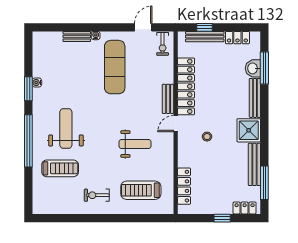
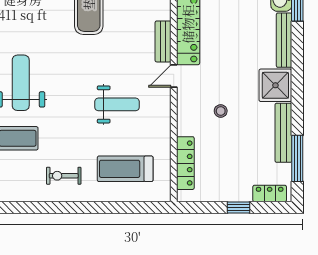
stool: (207, 137) -> (221, 111), moved

